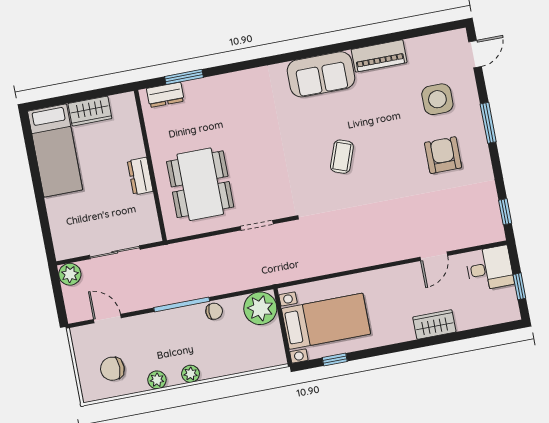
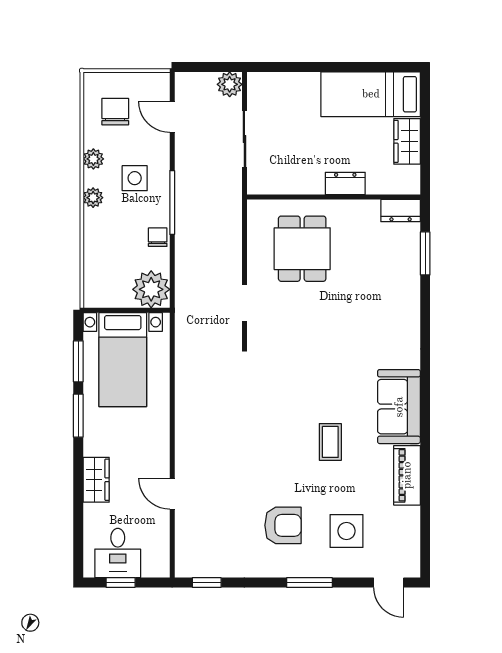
dresser: (165, 95) -> (401, 211), moved, turned -90
coffee table: (342, 157) -> (330, 442), moved, turned 70
dresser: (140, 176) -> (345, 183), moved
dining table: (200, 184) -> (302, 249), width x0.73
desk: (489, 268) -> (118, 553), moved
chair: (214, 311) -> (158, 237), turned 180
door: (107, 319) -> (172, 117), swing flipped
side table: (167, 341) -> (135, 178), added
window: (382, 351) -> (78, 416), added
window: (335, 360) -> (78, 361), width x1.50

